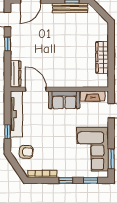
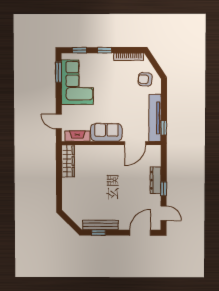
wardrobe: (102, 57) -> (68, 161), moved
dresser: (16, 74) -> (156, 180), moved
door: (36, 89) -> (135, 143), hinge flipped
window: (8, 132) -> (164, 128), moved

